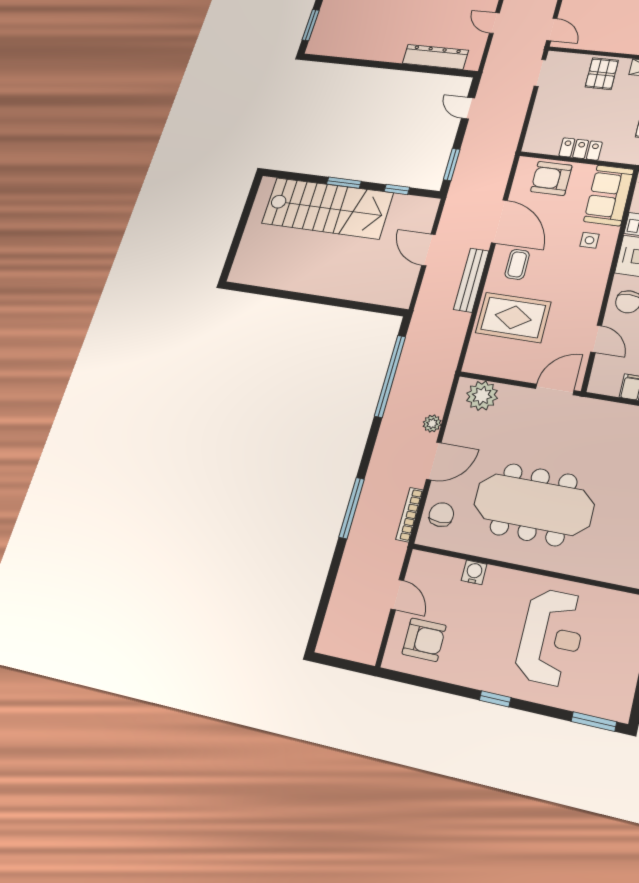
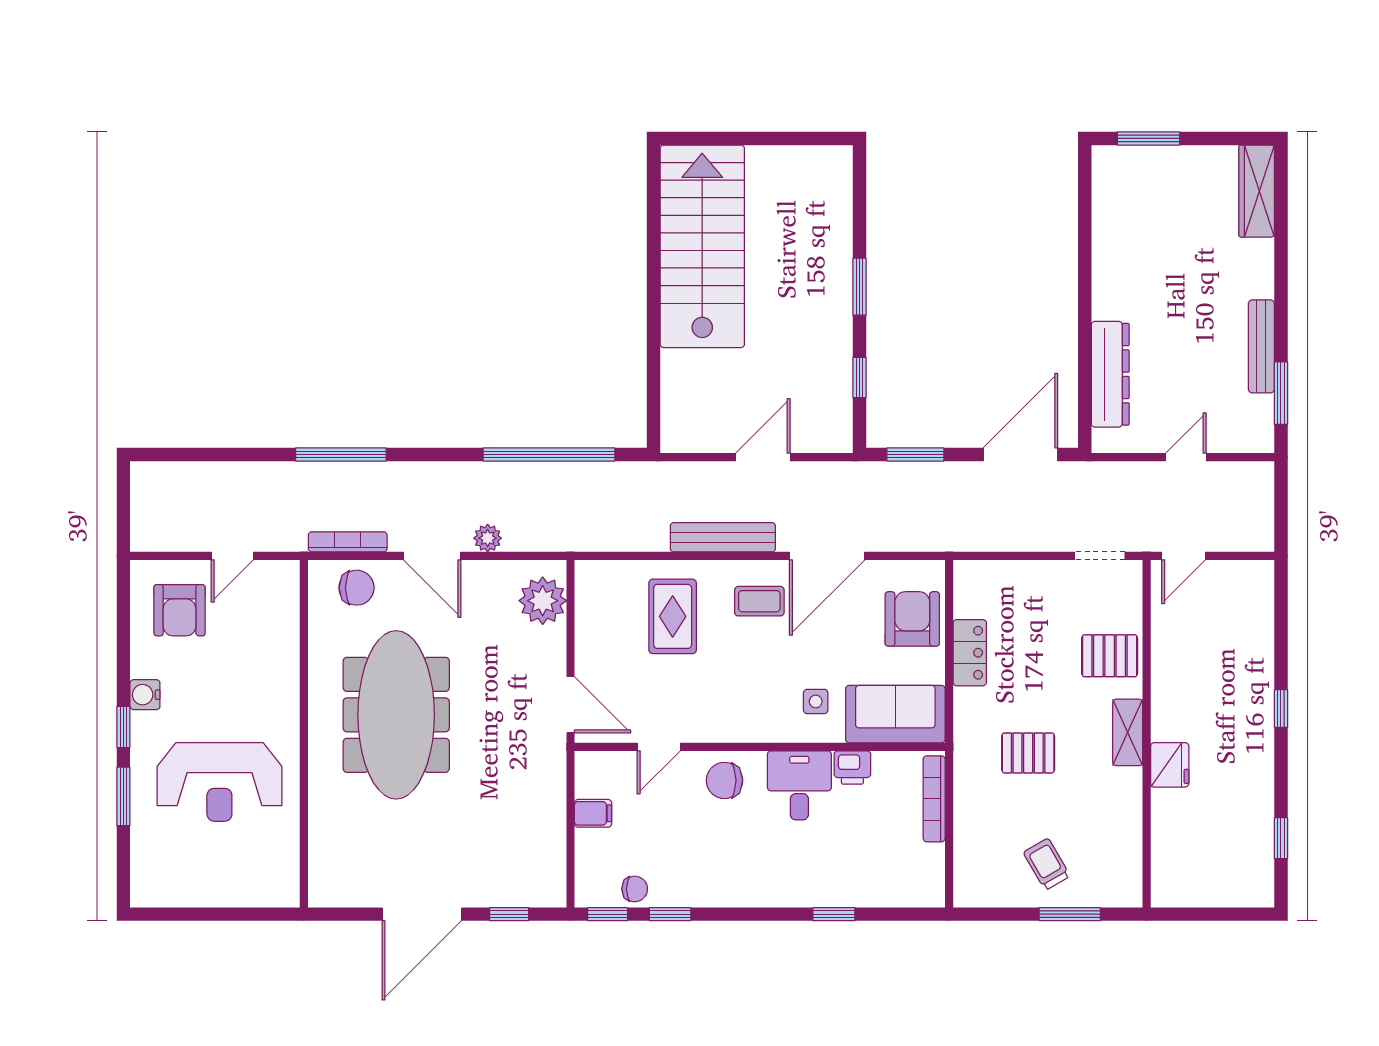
door: (468, 108) -> (1020, 455), width x1.88
stairs: (327, 208) -> (702, 246), moved, turned 180
rug: (513, 317) -> (673, 616), width x0.73, depth x0.70
water cooler: (474, 572) -> (145, 695), moved, turned 180
window: (594, 722) -> (123, 796), moved

